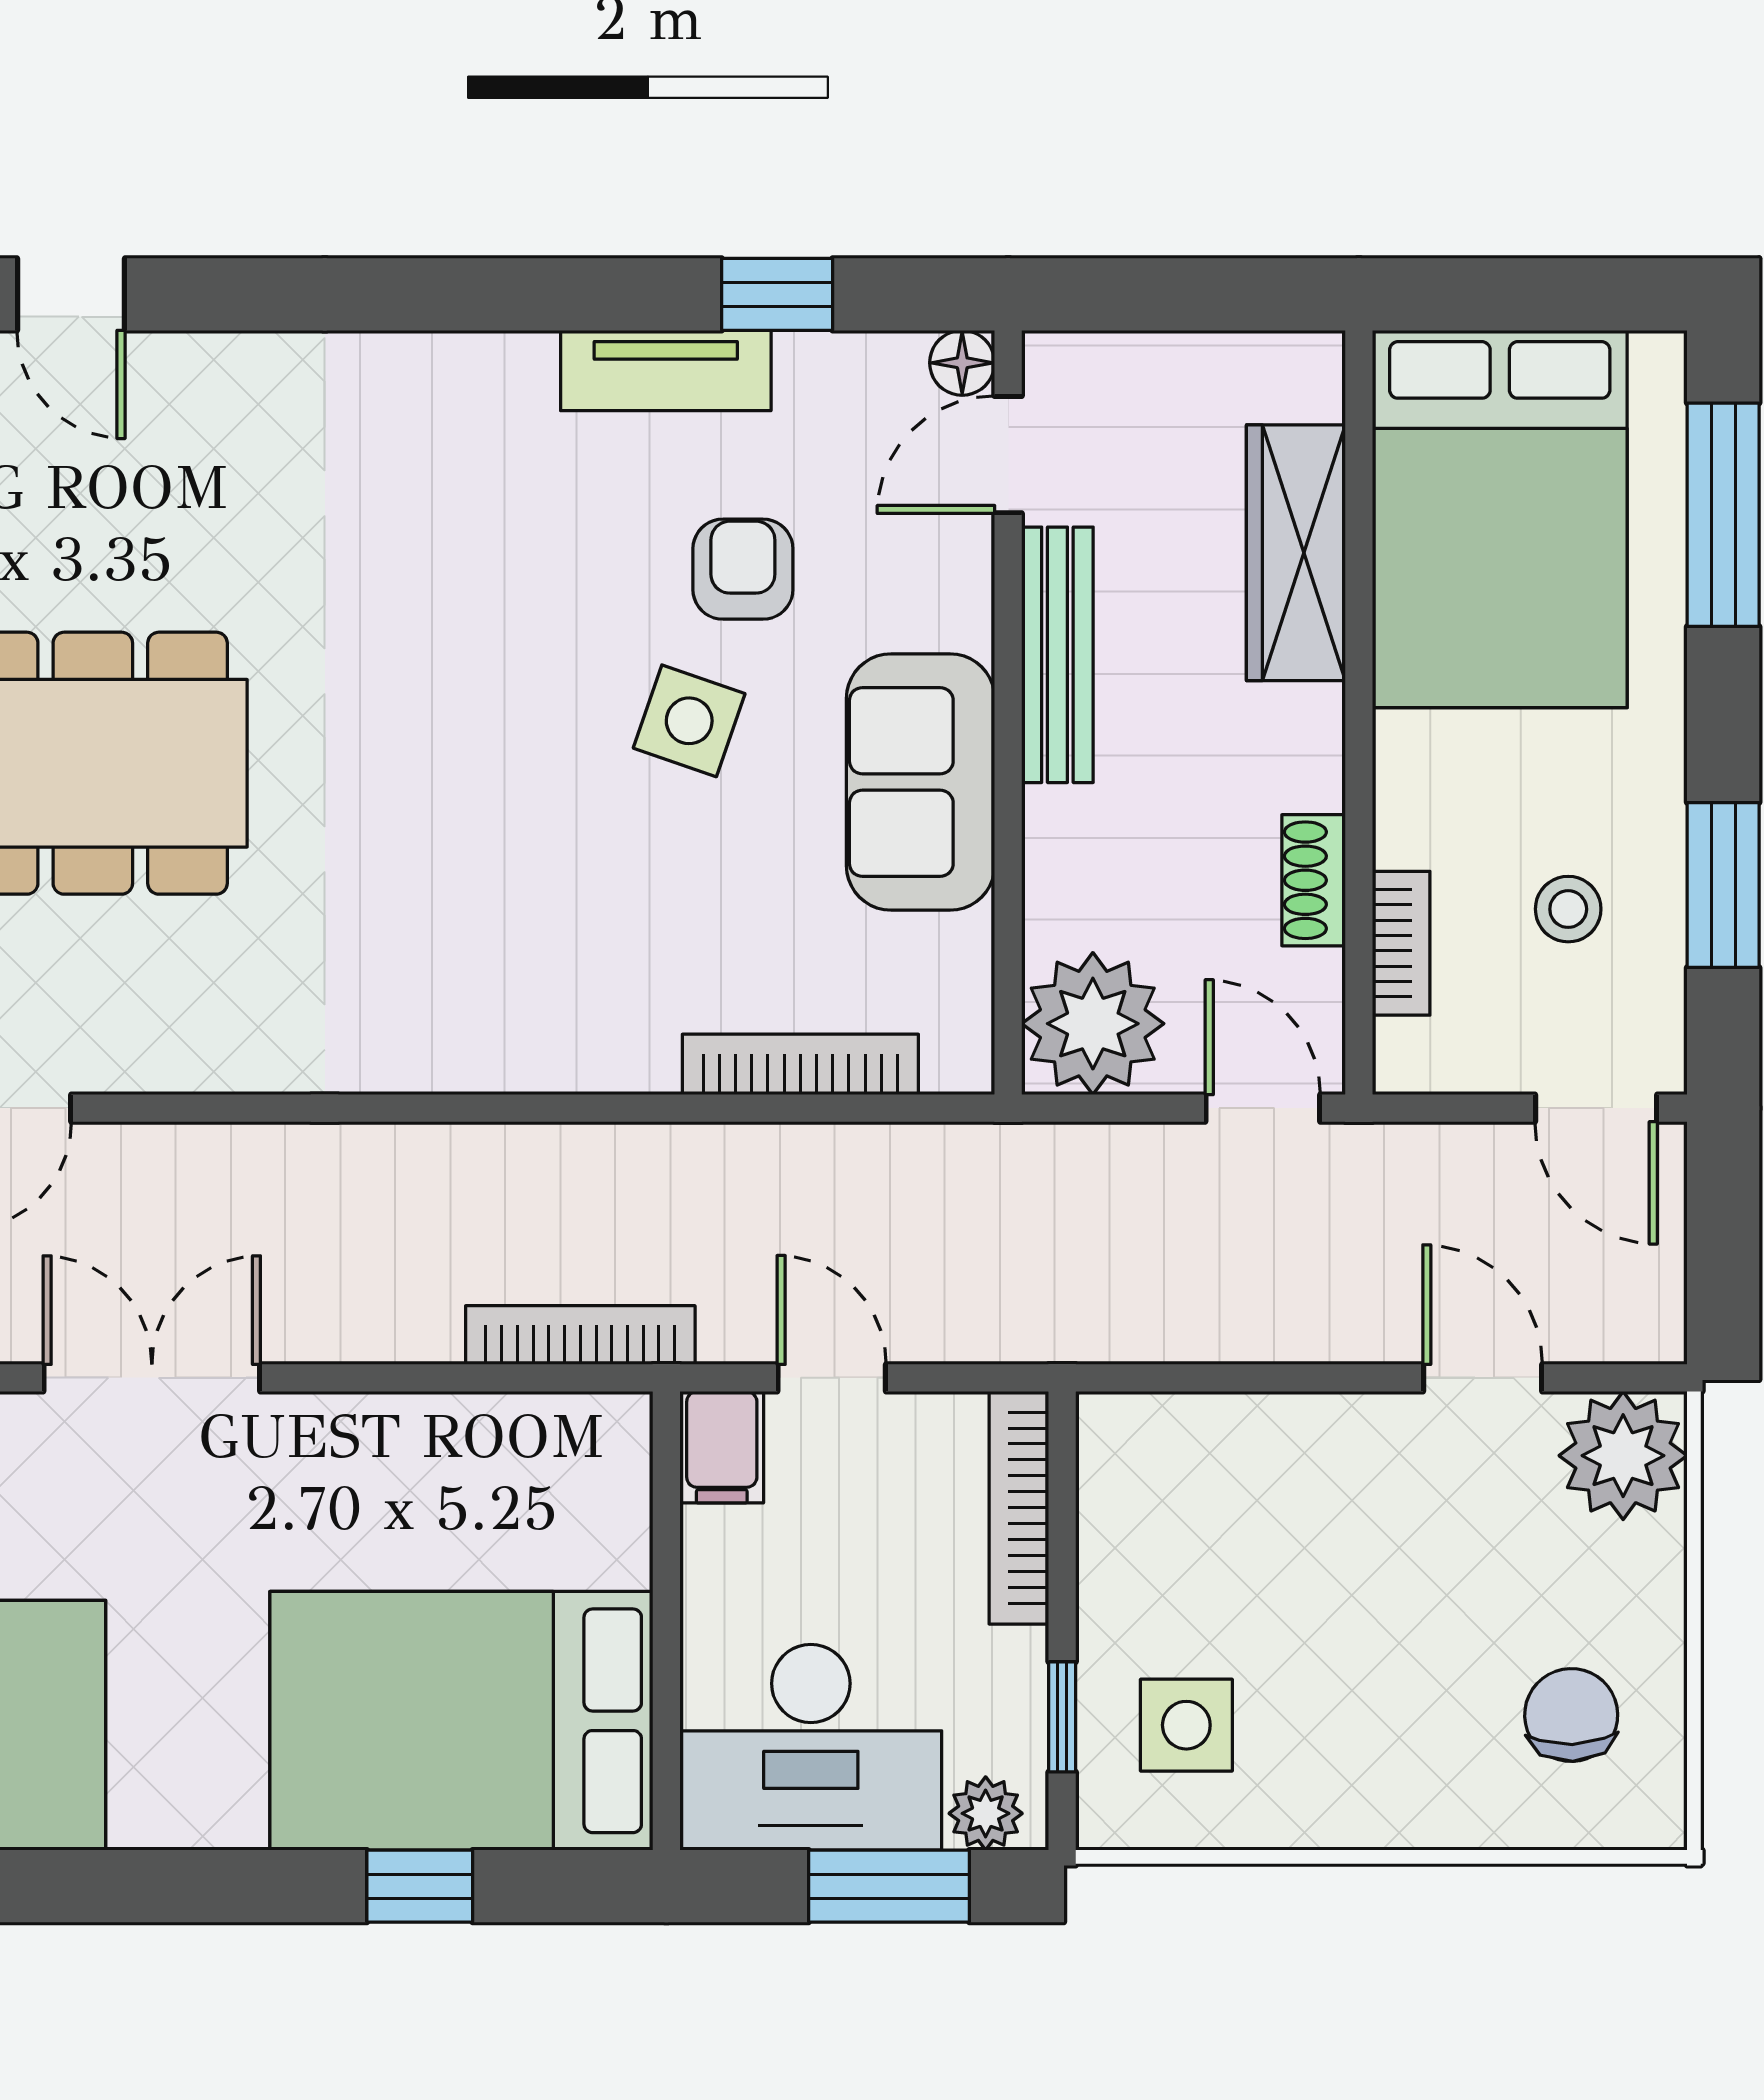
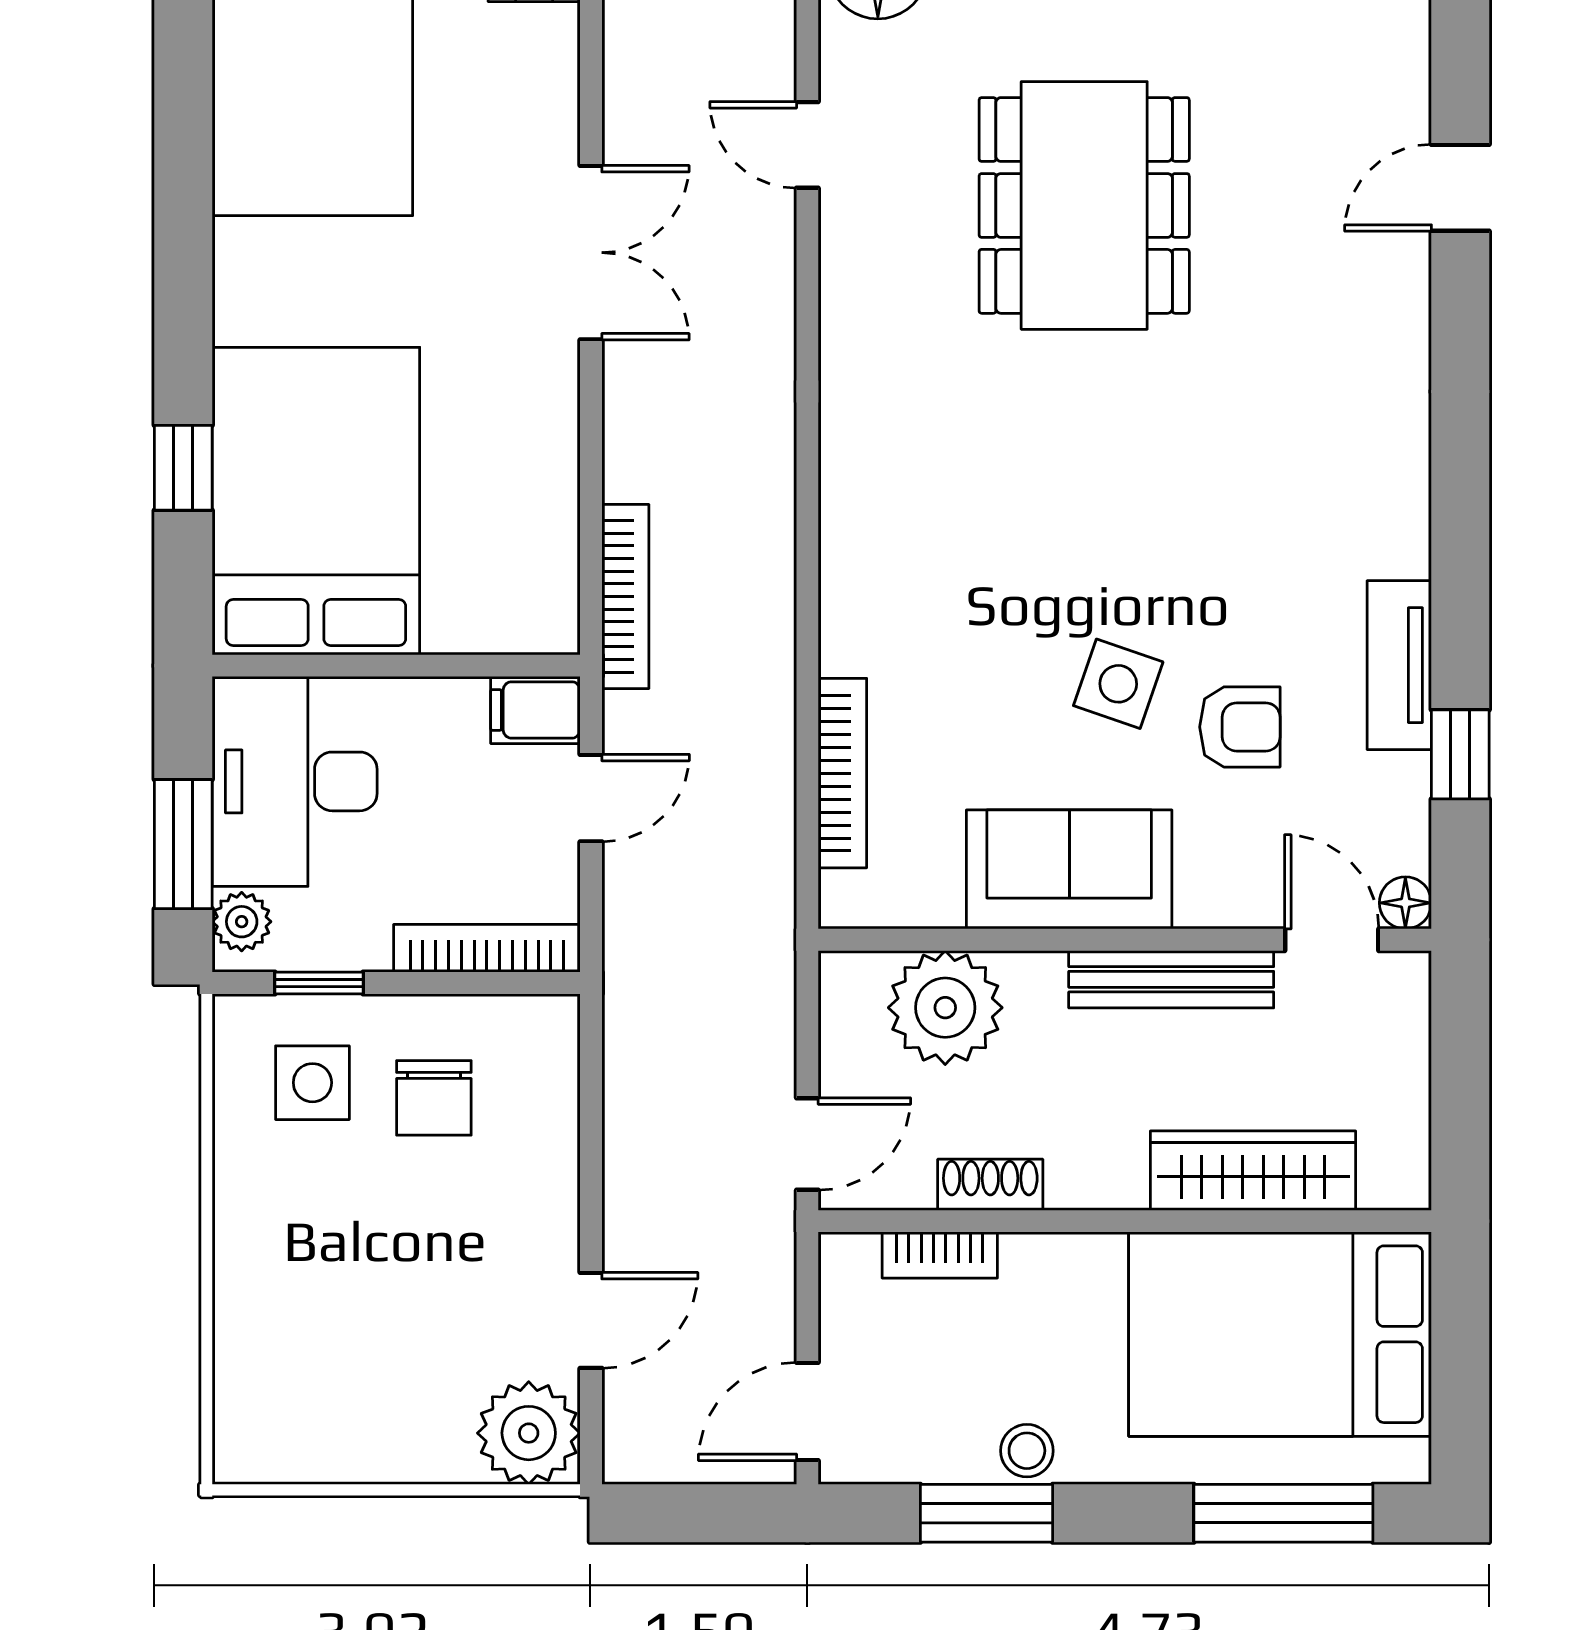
stool: (1568, 909) -> (1027, 1451), moved
plant: (1093, 1024) -> (945, 1008), moved
chair: (1571, 1715) -> (434, 1098), moved, turned 92

